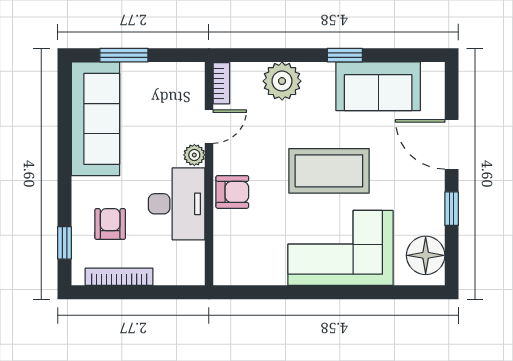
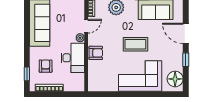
coffee table: (329, 171) -> (135, 44), width x0.73, depth x0.76

